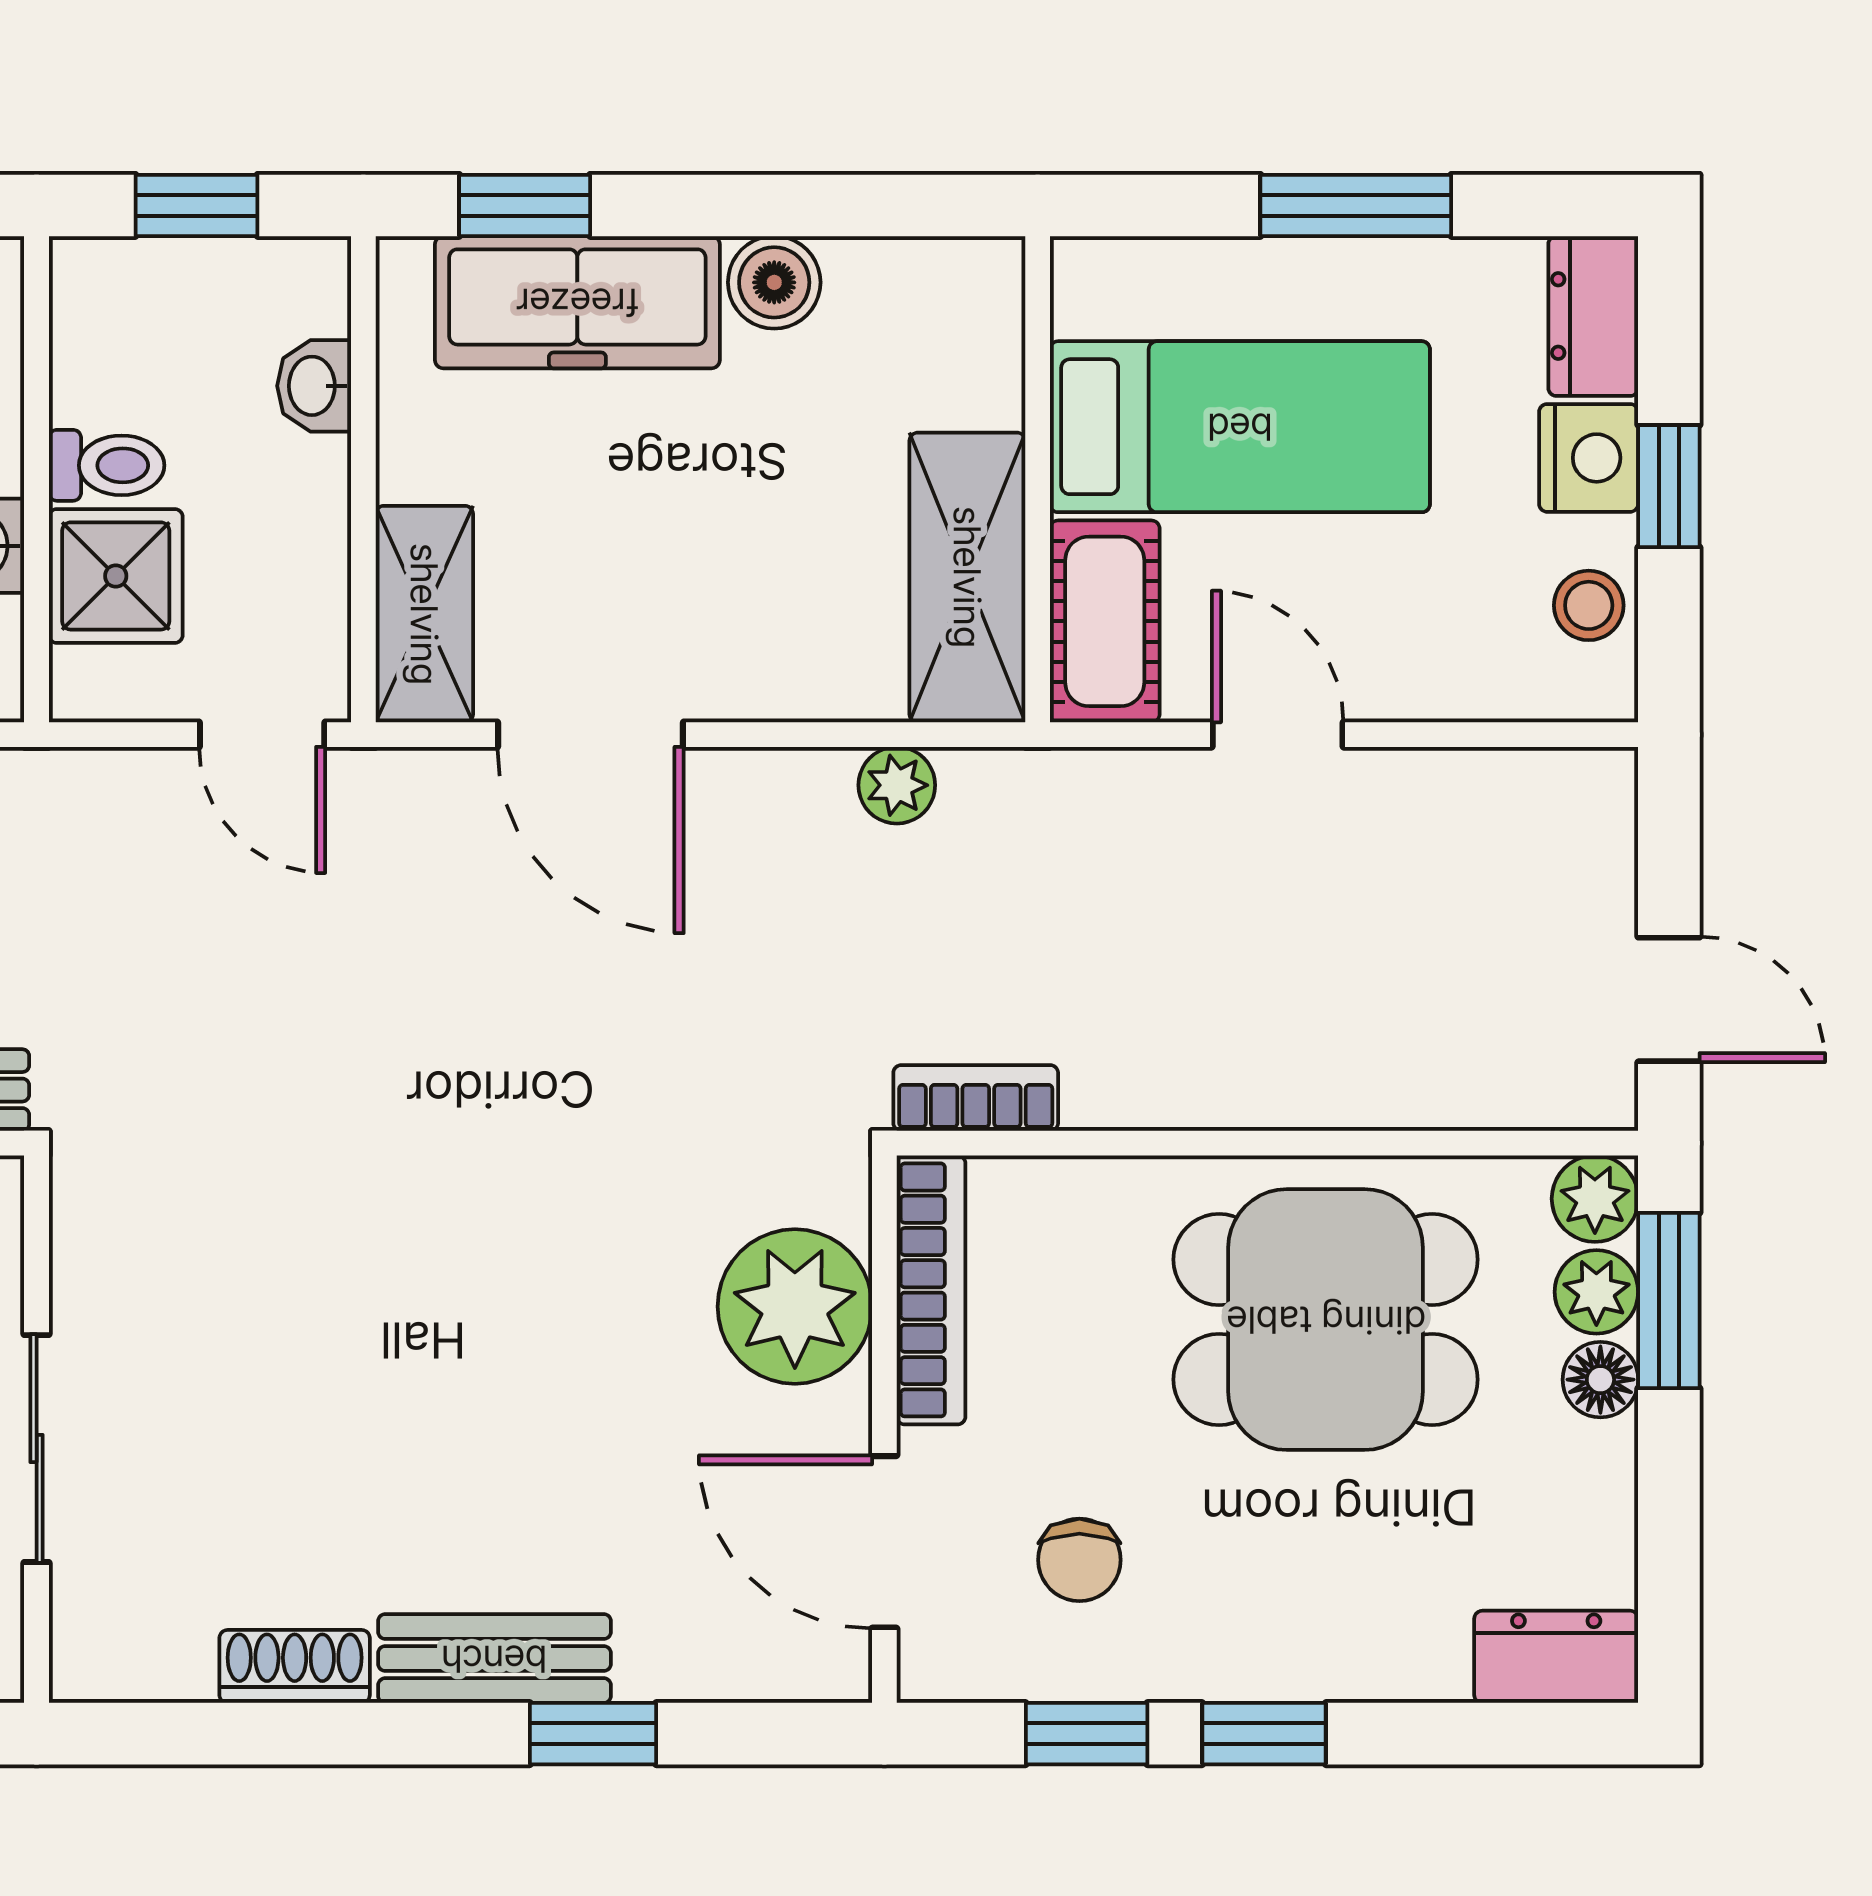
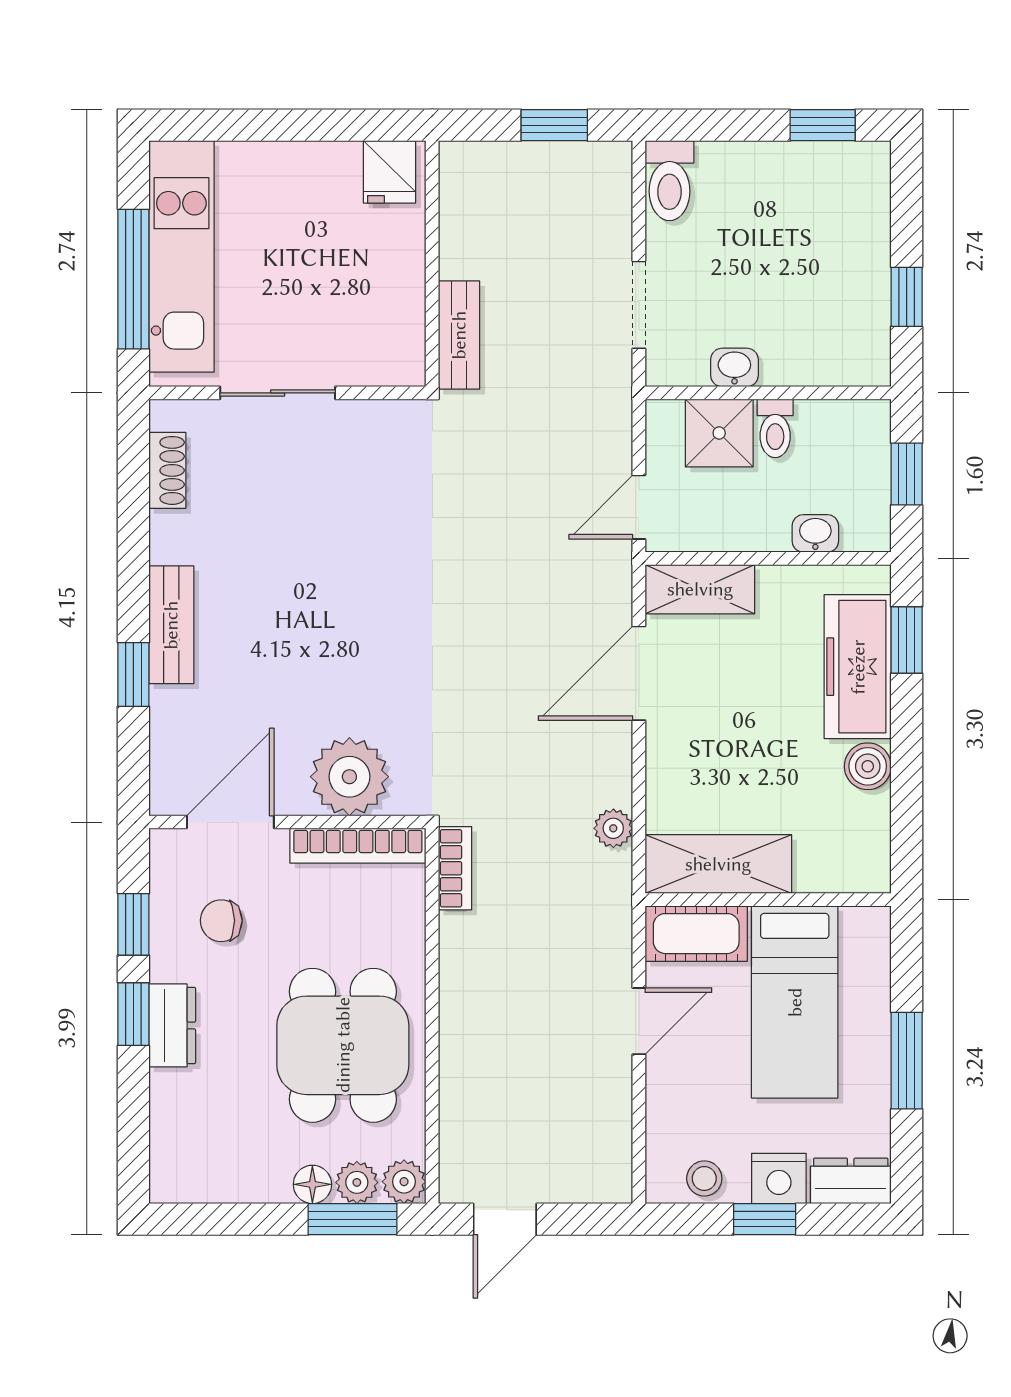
dresser: (1556, 1657) -> (172, 1025), moved
shoe rack: (295, 1666) -> (167, 470), moved

